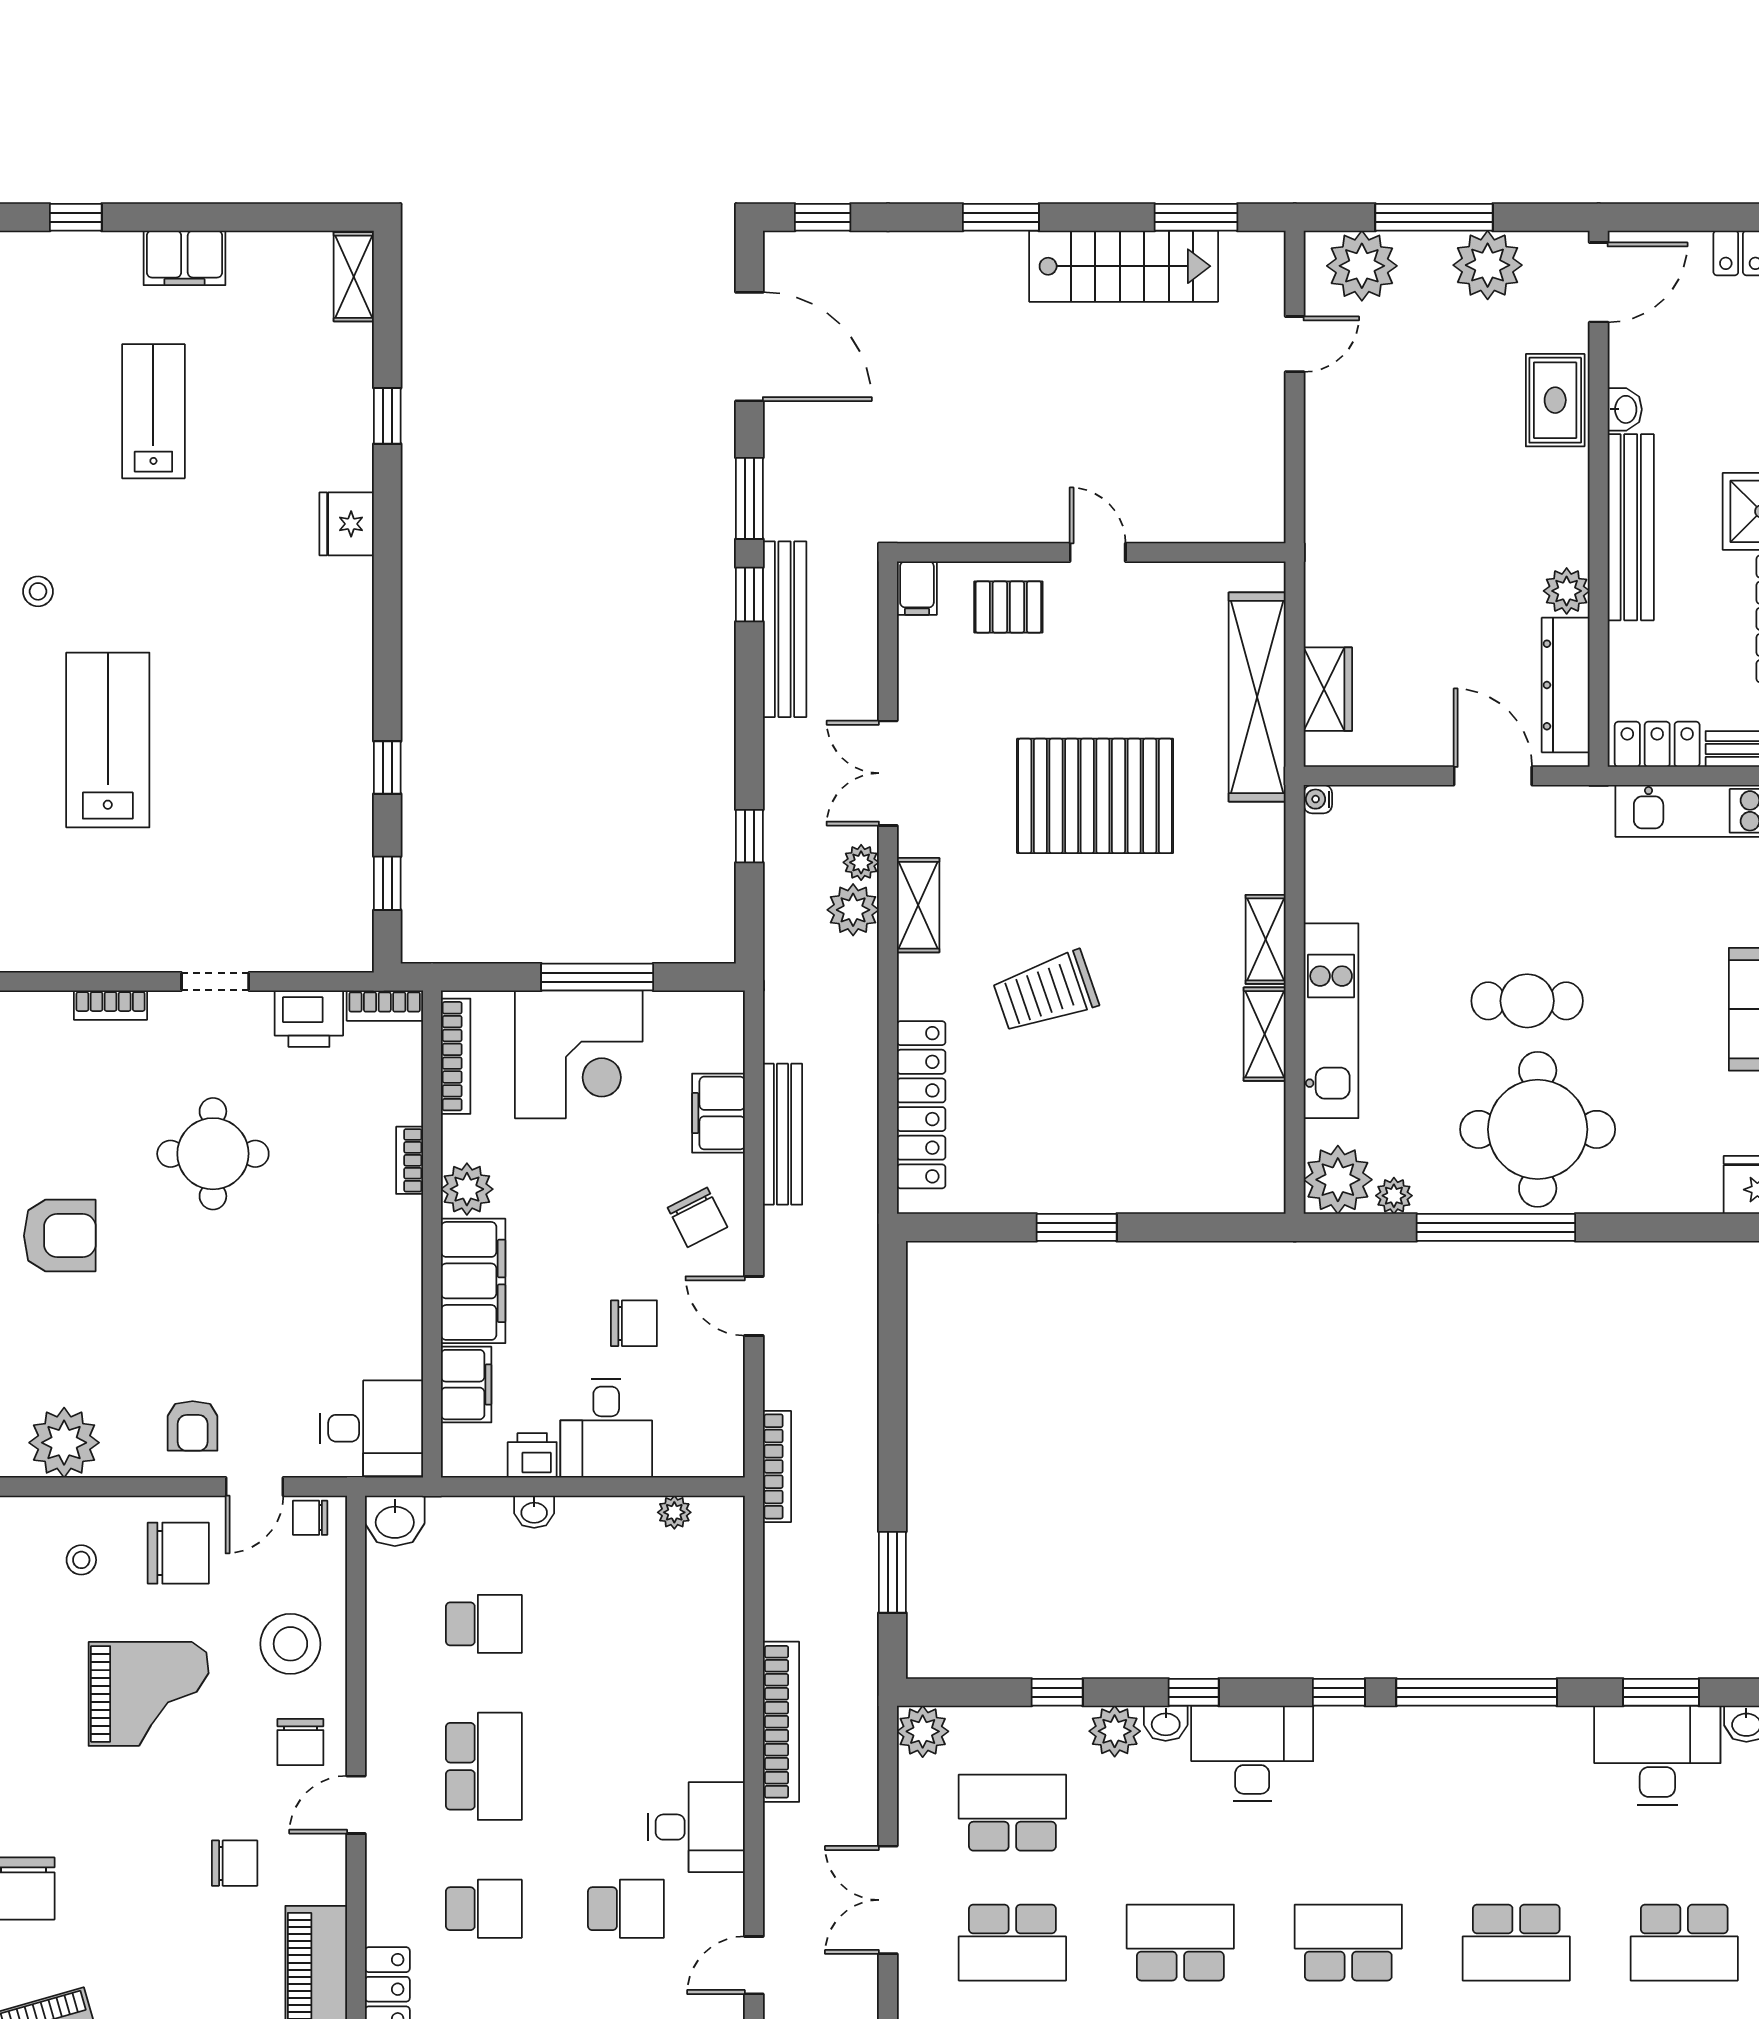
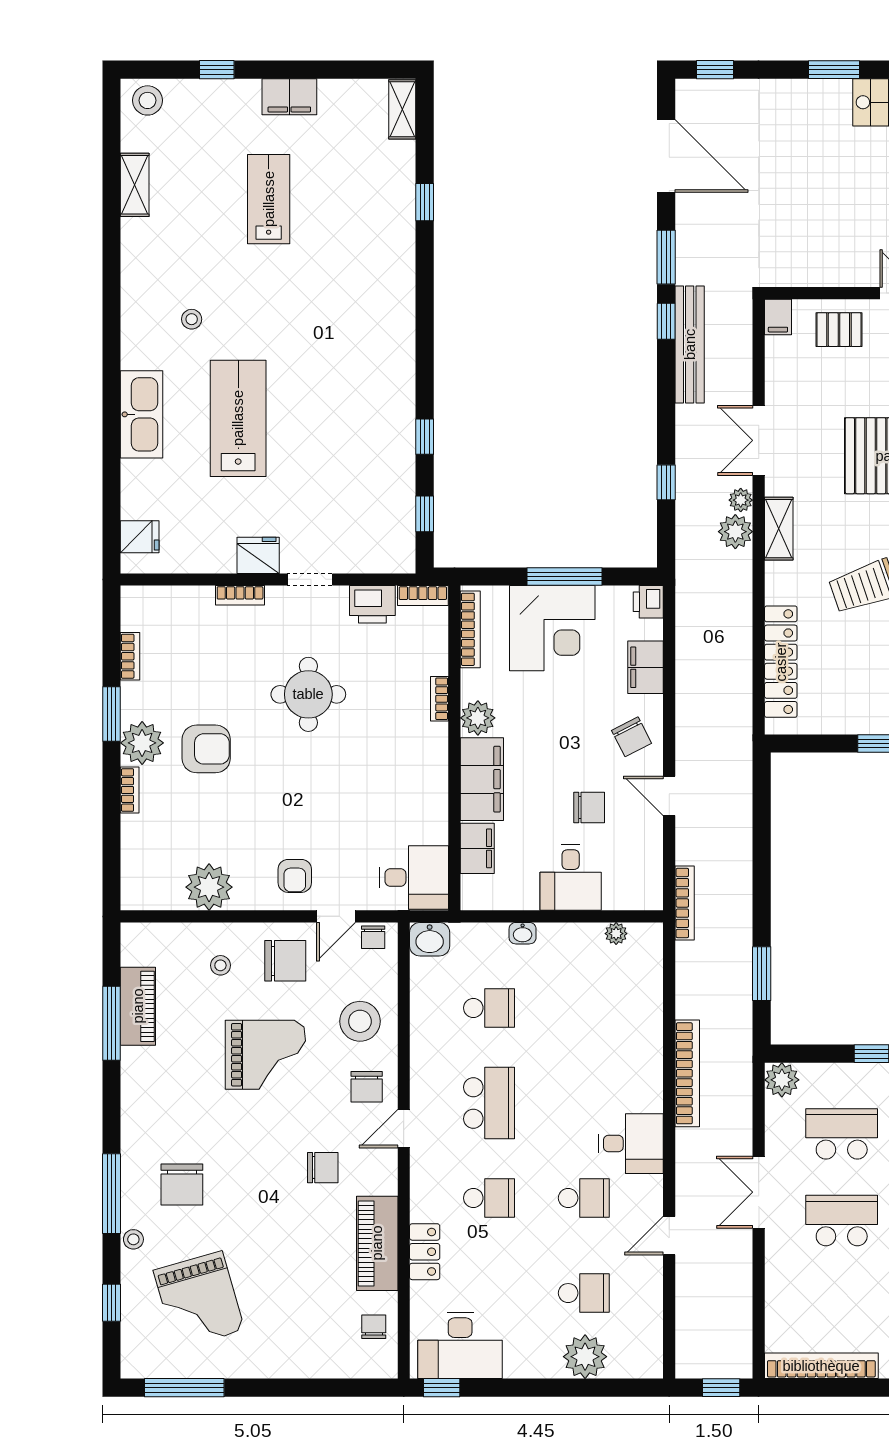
fridge: (347, 524) -> (258, 555), moved, turned 90
bench: (782, 1134) -> (688, 681), removed
printer: (532, 1455) -> (648, 602), moved, turned -90
chair: (310, 1518) -> (373, 937), turned -90
school desk: (1012, 1943) -> (842, 1221), turned 180

